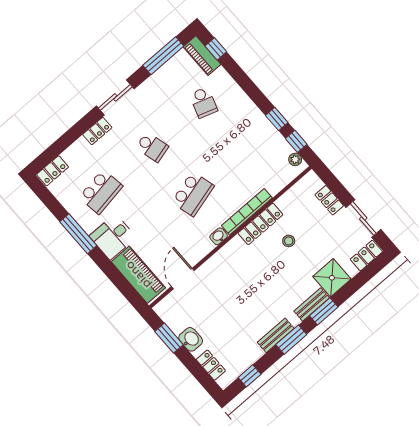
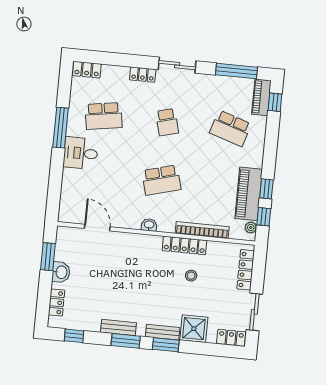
school desk: (203, 102) -> (230, 128), width x1.85
locker: (329, 200) -> (246, 270), width x1.53
bookcase: (247, 212) -> (202, 230), moved
piano: (138, 275) -> (249, 194), moved, turned 180
door: (183, 279) -> (97, 228), hinge flipped

